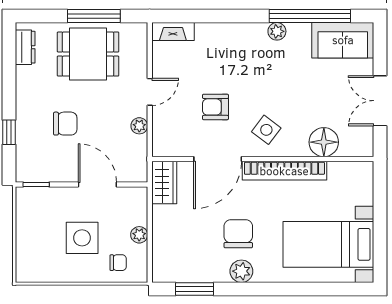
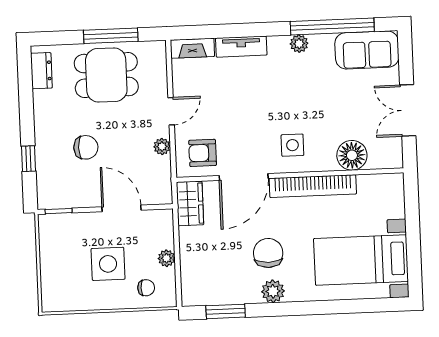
tv unit: (221, 32) -> (241, 47), added
armchair: (215, 107) -> (203, 153), moved
side table: (266, 130) -> (292, 145), turned -37

